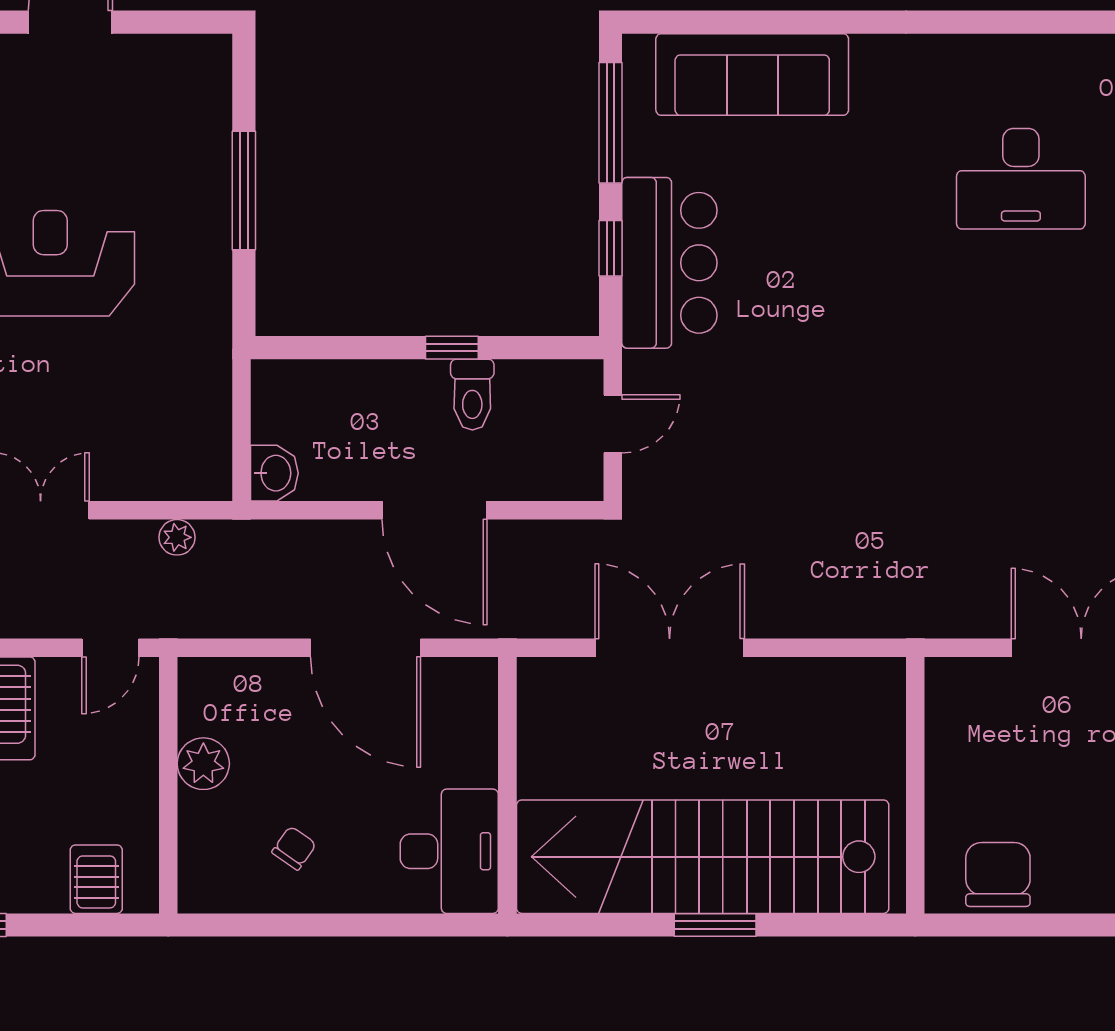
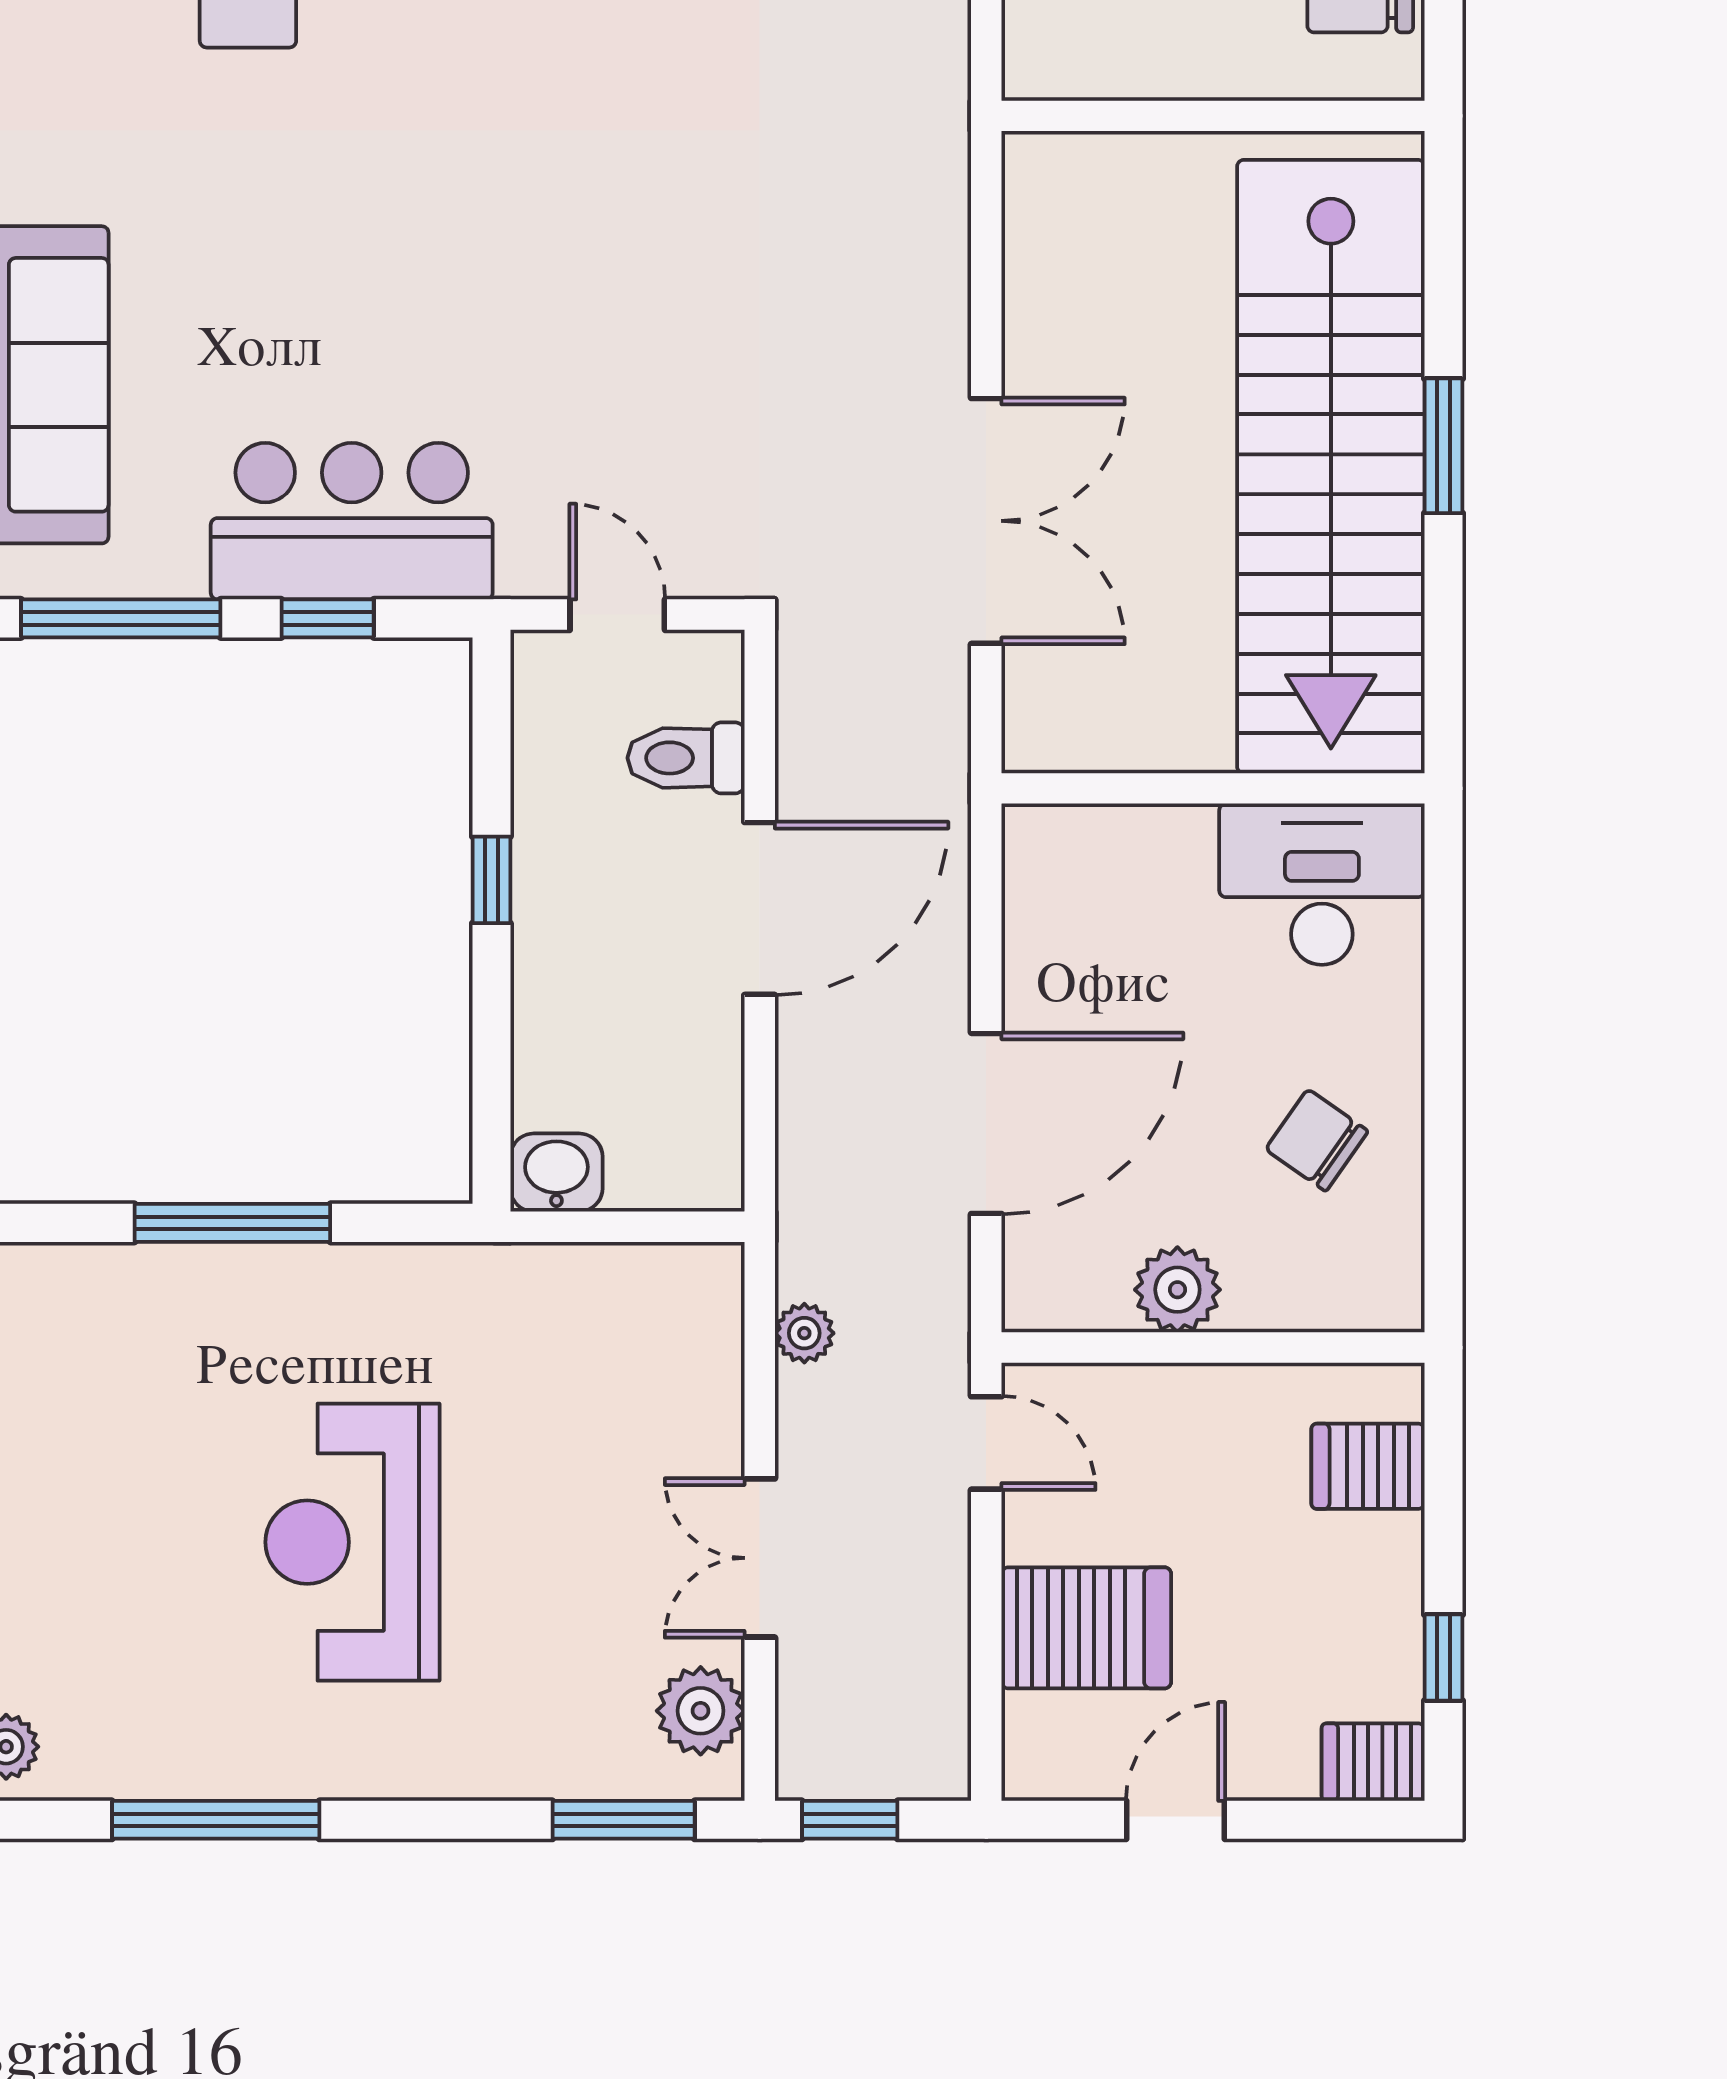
toilet: (472, 395) -> (686, 758), moved, turned 180
washbasin: (274, 473) -> (556, 1173), moved
door: (366, 648) -> (986, 1123), moved
double door: (670, 648) -> (986, 521), swing flipped
chair: (294, 848) -> (1317, 1140), width x1.37, depth x1.37

